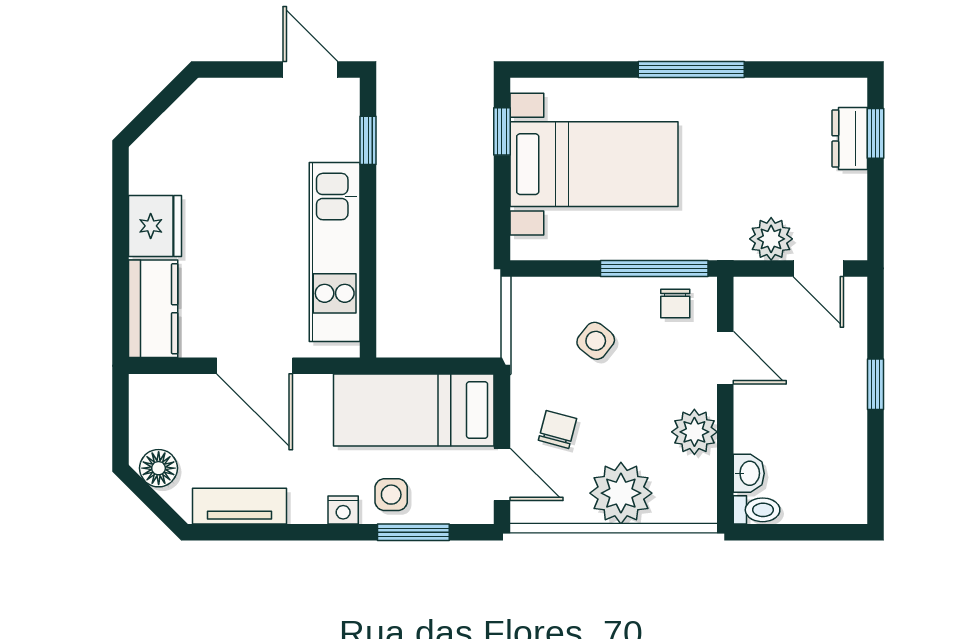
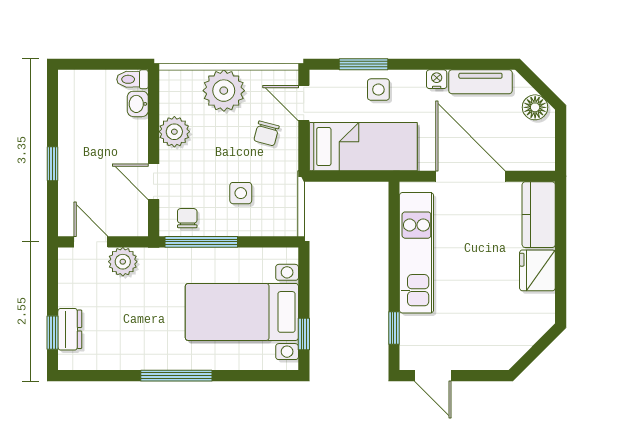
side table: (596, 341) -> (241, 193), turned -38
door: (255, 366) -> (470, 176), width x1.36
nightstand: (343, 510) -> (437, 79), moved

